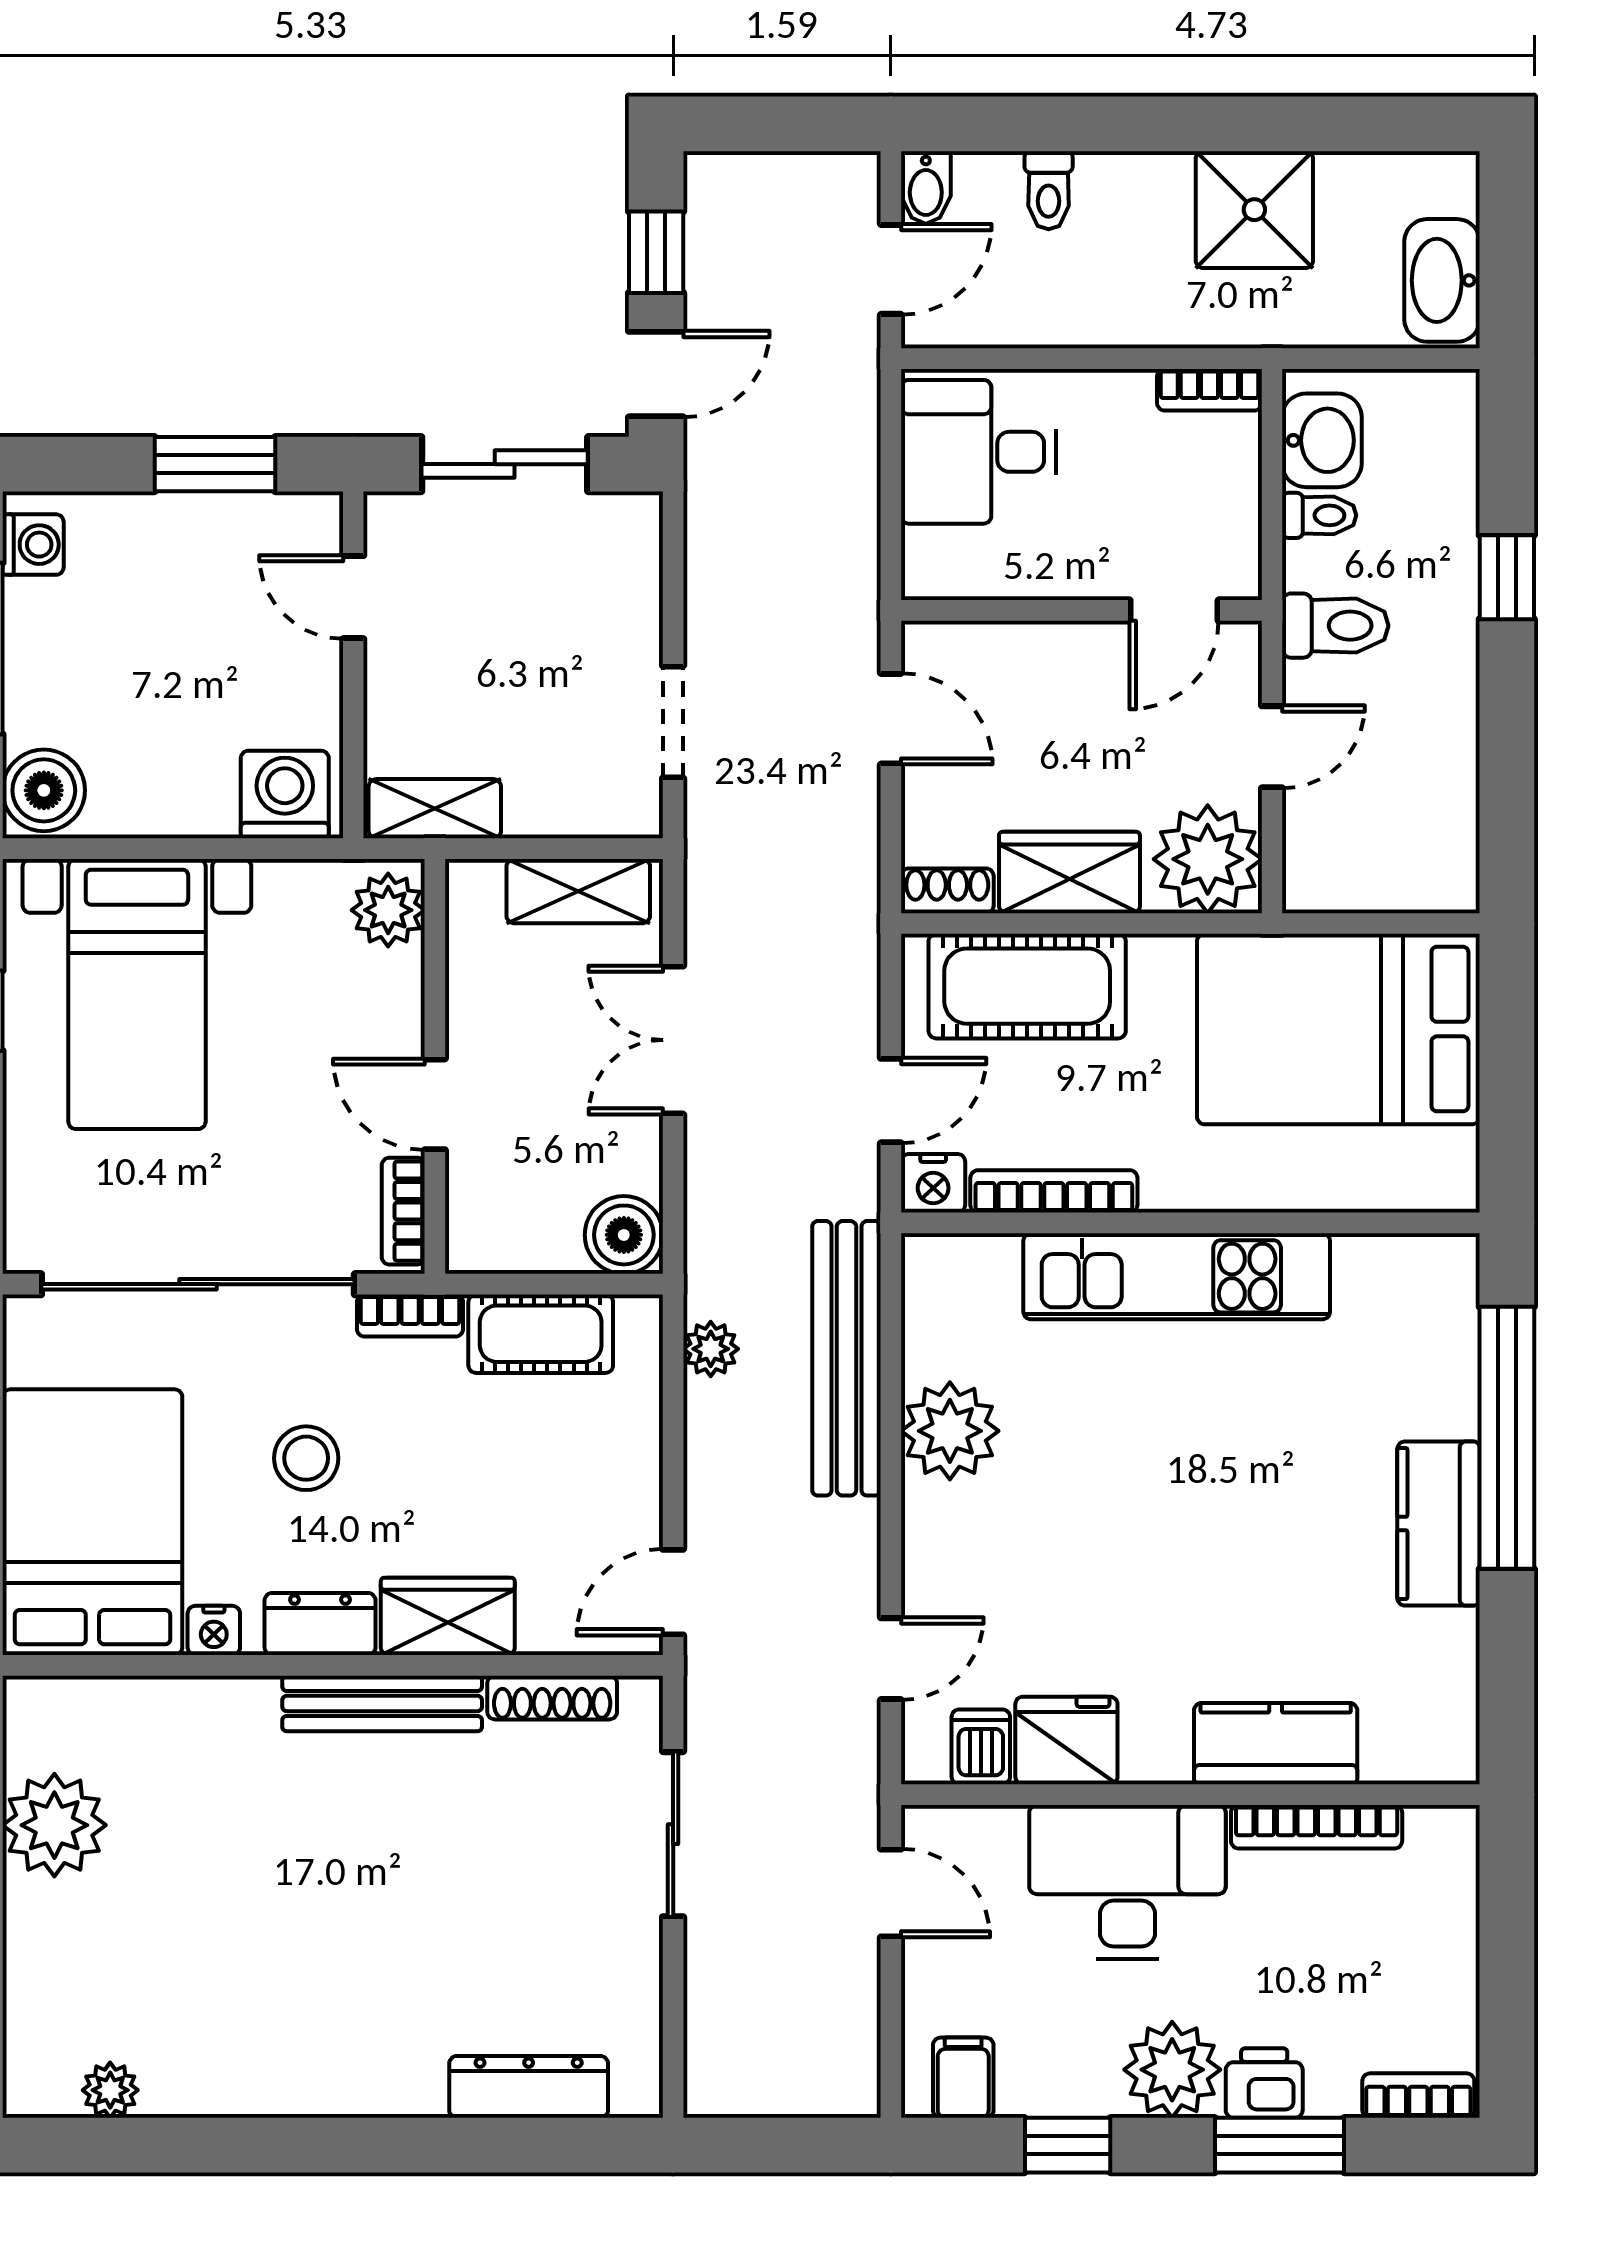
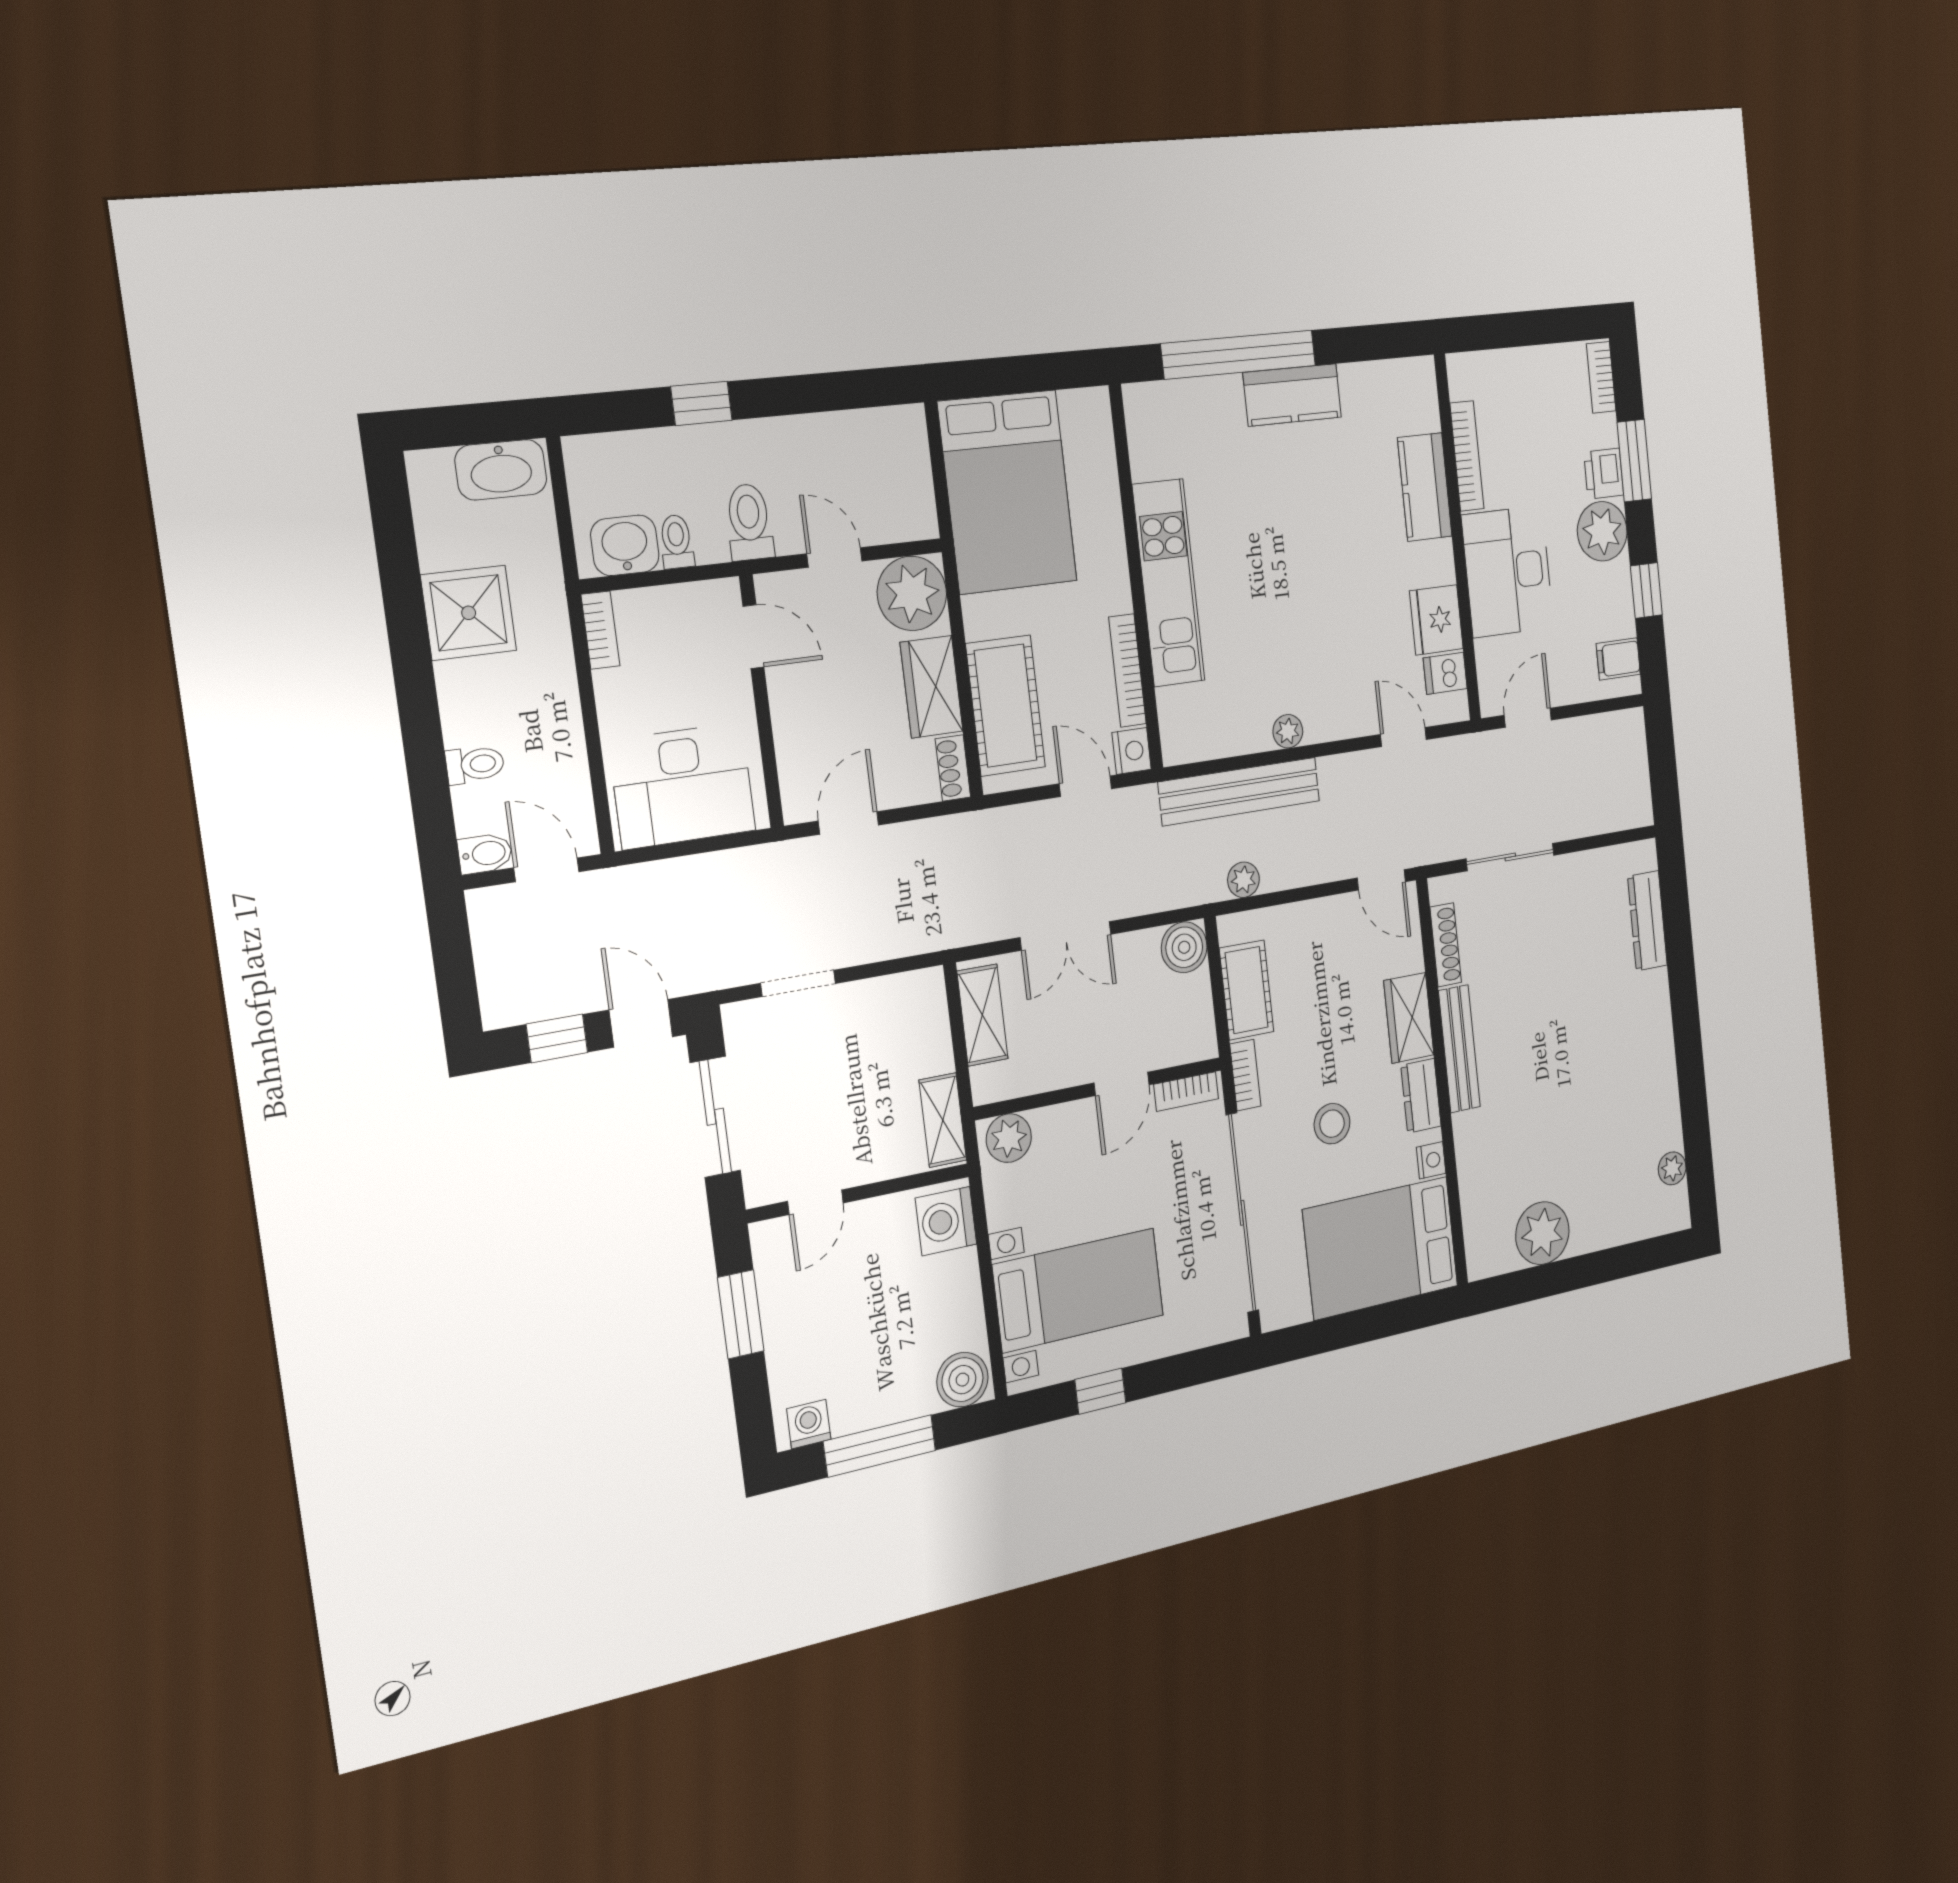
desk: (979, 452) -> (683, 786), width x1.37
doorway: (673, 722) -> (798, 983), moved
plant: (950, 1431) -> (1288, 731), width x0.53, depth x0.53

